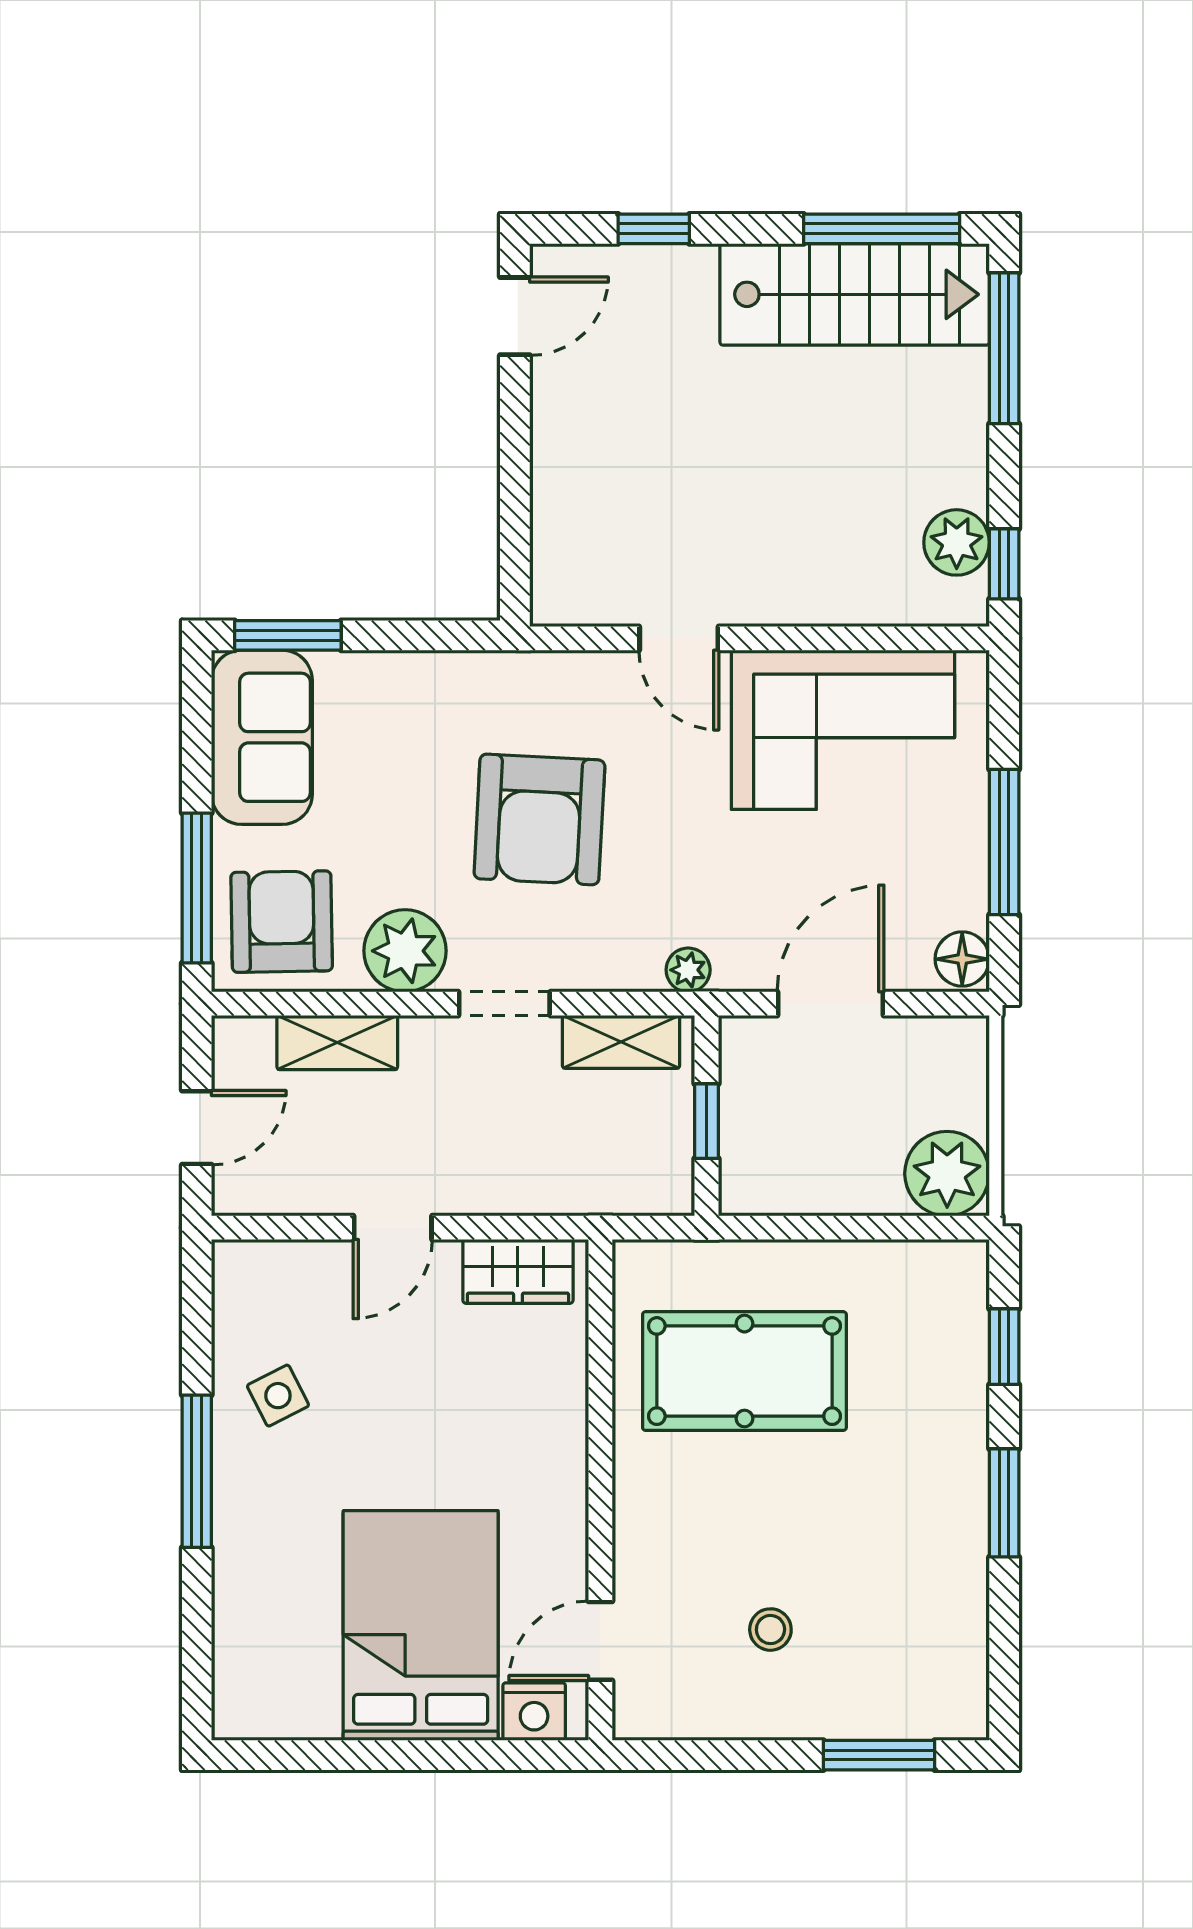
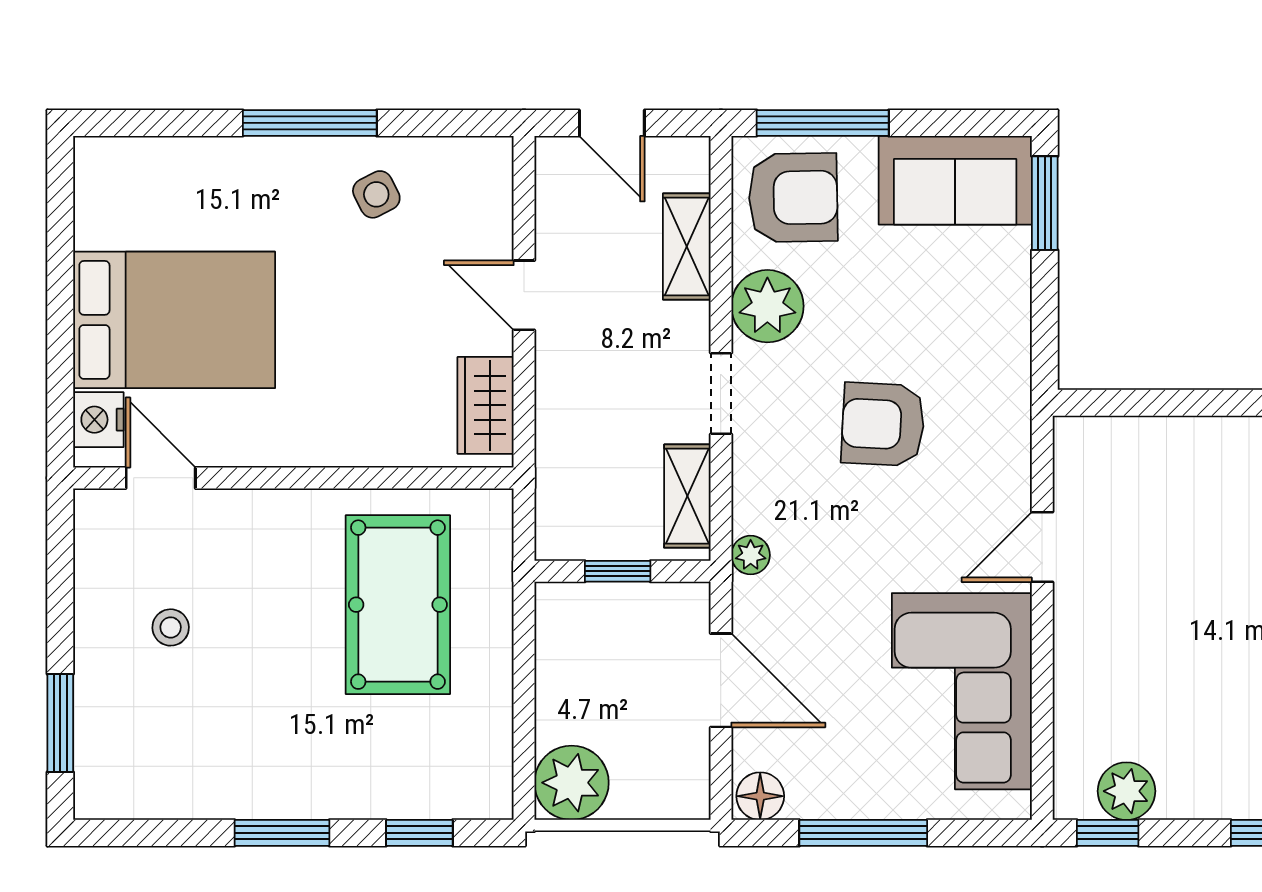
armchair: (539, 819) -> (883, 424), width x0.73, depth x0.73

